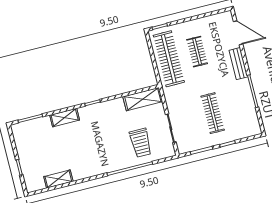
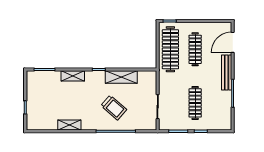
door: (238, 33) -> (233, 42), swing flipped
clothes rail: (197, 52) -> (195, 49), width x1.36
bench: (238, 64) -> (227, 72), width x1.36
shelving: (143, 99) -> (121, 77), moved
trolley: (141, 143) -> (114, 108), moved, turned -49
shelving: (58, 179) -> (69, 125), moved

